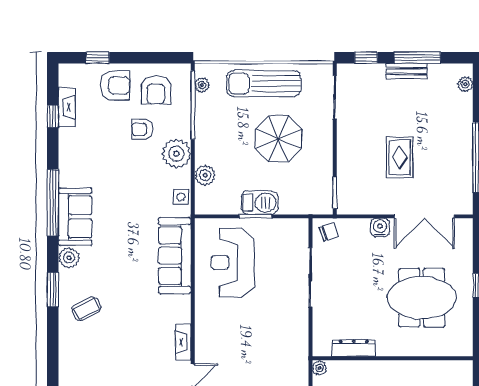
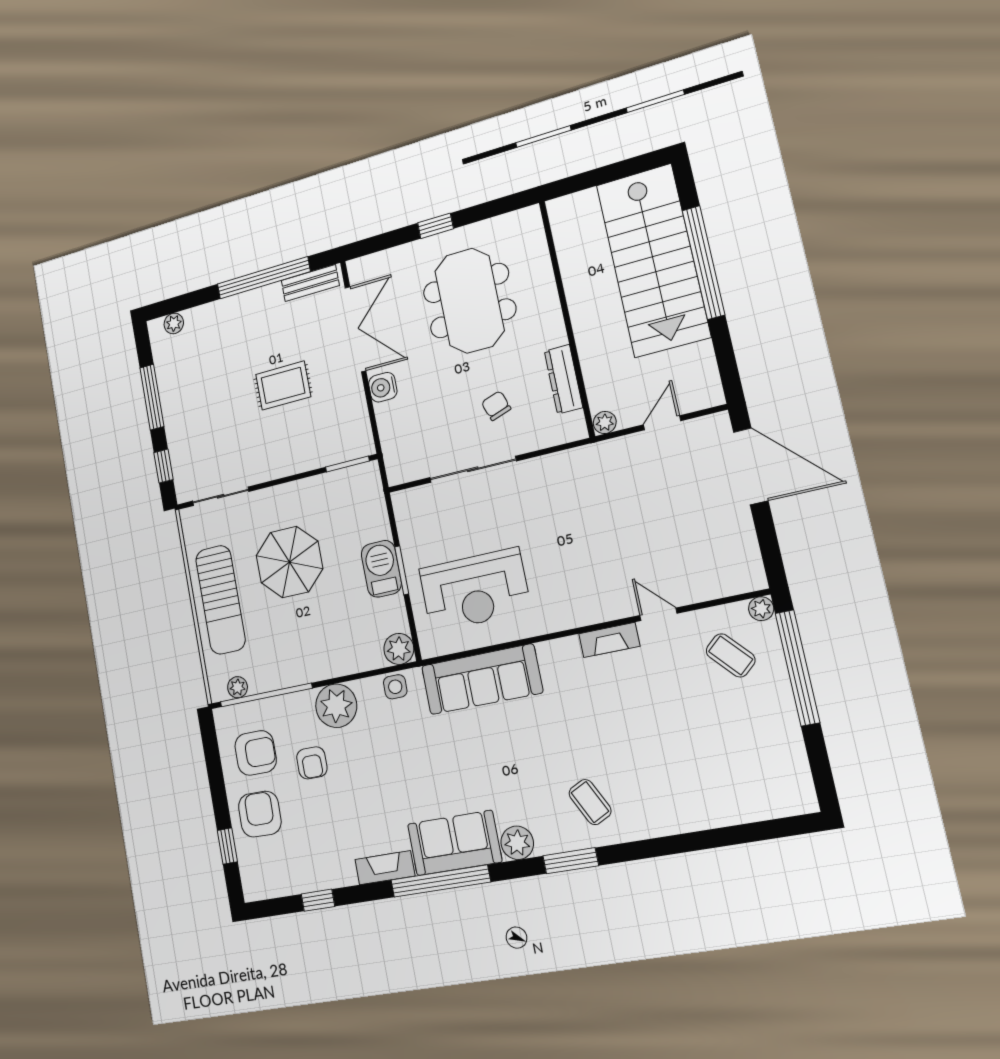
bench: (407, 71) -> (310, 283), moved, turned 90
fireplace: (67, 107) -> (385, 868), moved
plant: (205, 175) -> (399, 649), moved
chair: (329, 232) -> (496, 406), moved

